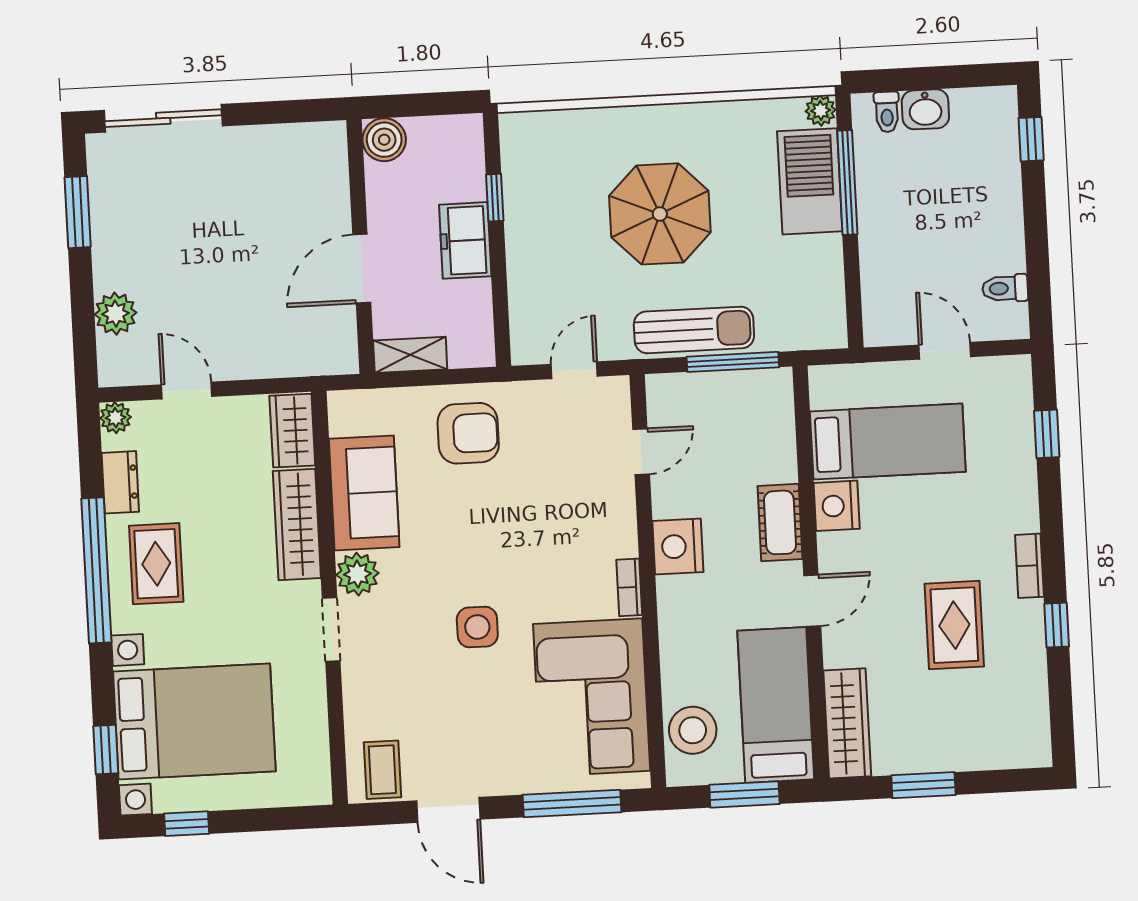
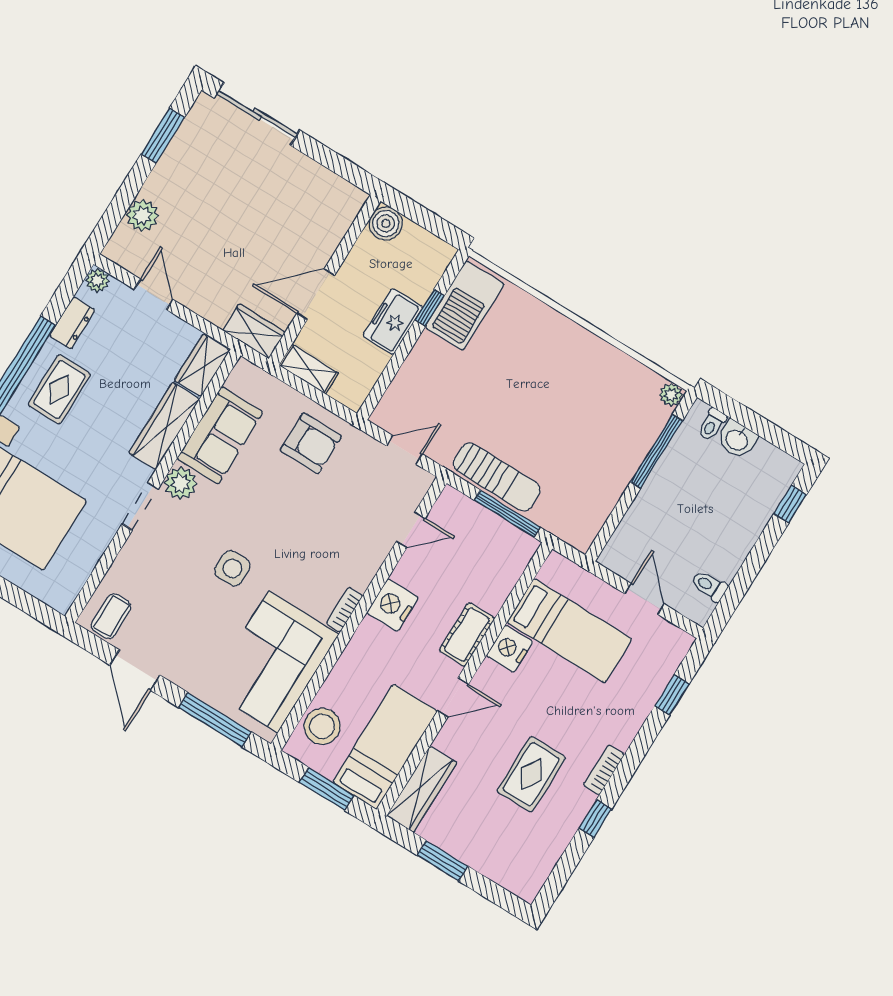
barbecue: (810, 181) -> (465, 306), moved, turned 180
parasol: (660, 214) -> (526, 390), removed
wardrobe: (323, 355) -> (254, 331), added

